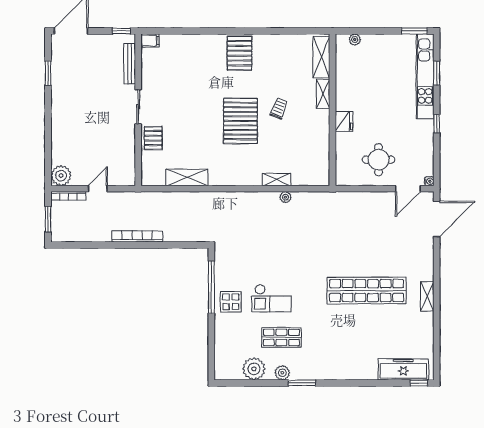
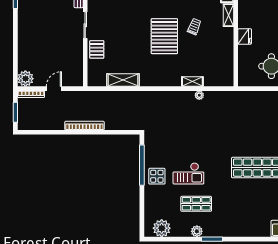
plant: (254, 369) -> (162, 228), moved

